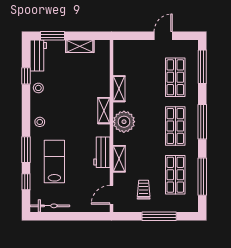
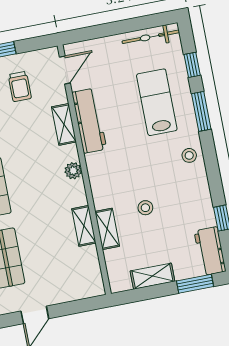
stool: (38, 88) -> (145, 208), moved
shelving: (104, 111) -> (107, 229), moved
plant: (124, 122) -> (73, 171), width x0.53, depth x0.53
workbench: (102, 152) -> (89, 121), width x1.38
lab bench: (54, 162) -> (157, 102), turned 180

